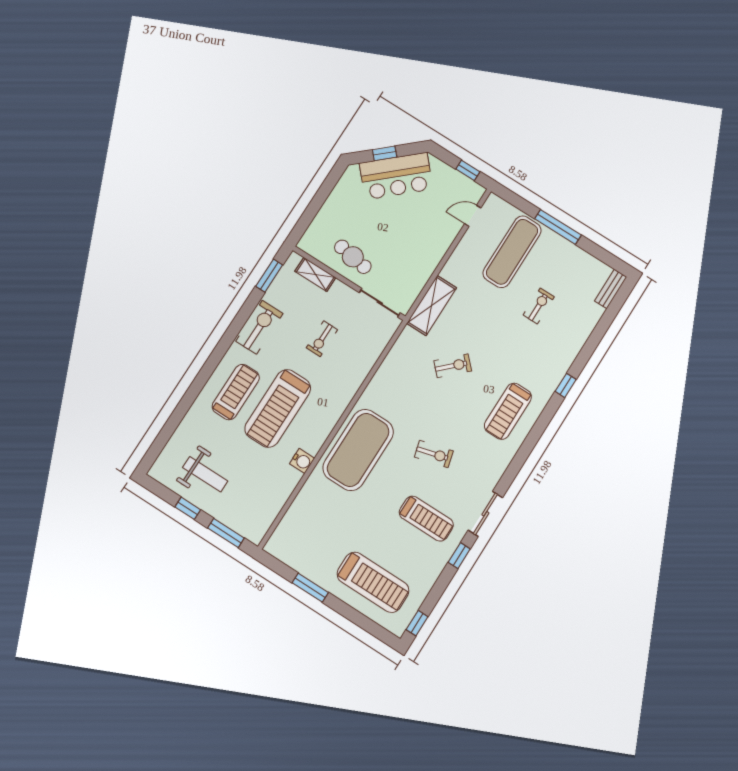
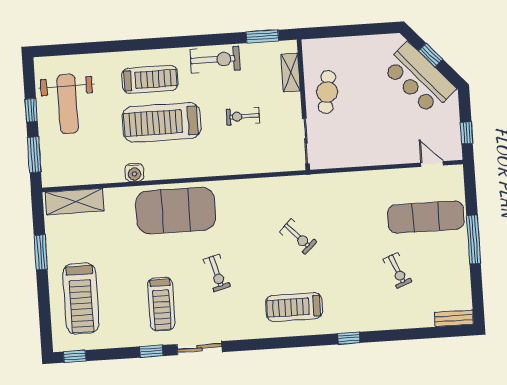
shelving: (432, 306) -> (75, 201), moved
exercise bike: (539, 306) -> (397, 270), turned 68
weight bench: (205, 474) -> (68, 104), width x1.36, depth x1.33

